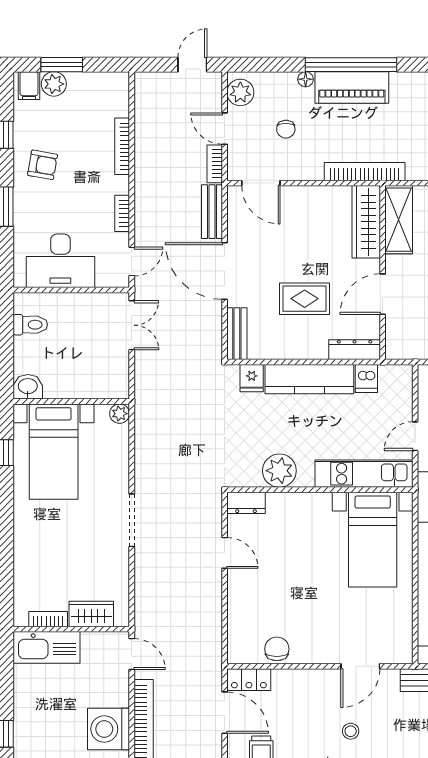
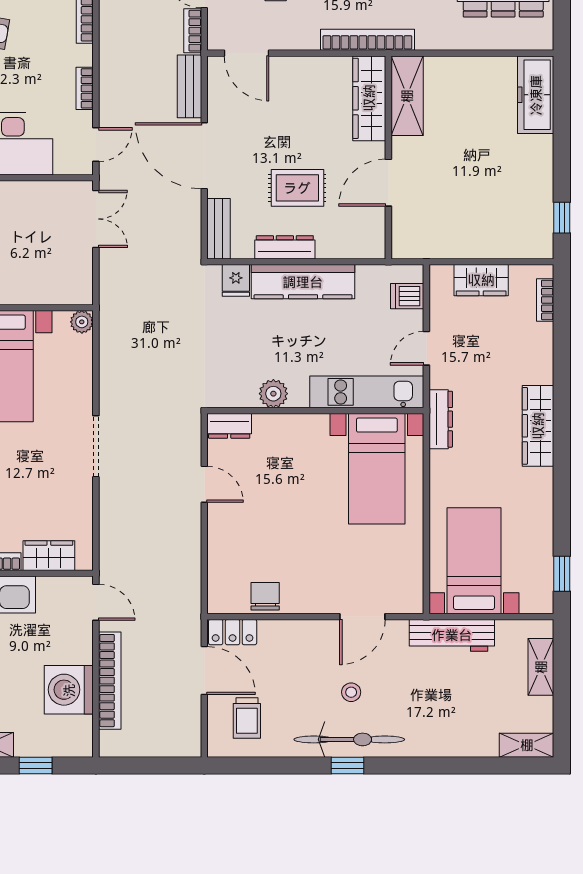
dresser: (355, 350) -> (285, 247), moved
dishwasher: (366, 378) -> (407, 296), moved, turned 90
plant: (279, 471) -> (273, 394), width x0.73, depth x0.73

